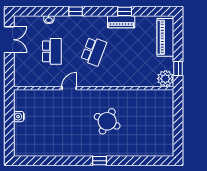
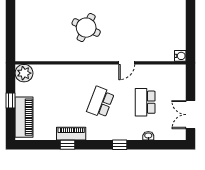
window: (178, 69) -> (11, 100), moved
water cooler: (19, 117) -> (180, 56), moved

